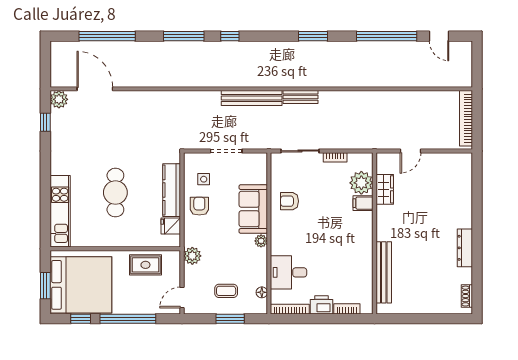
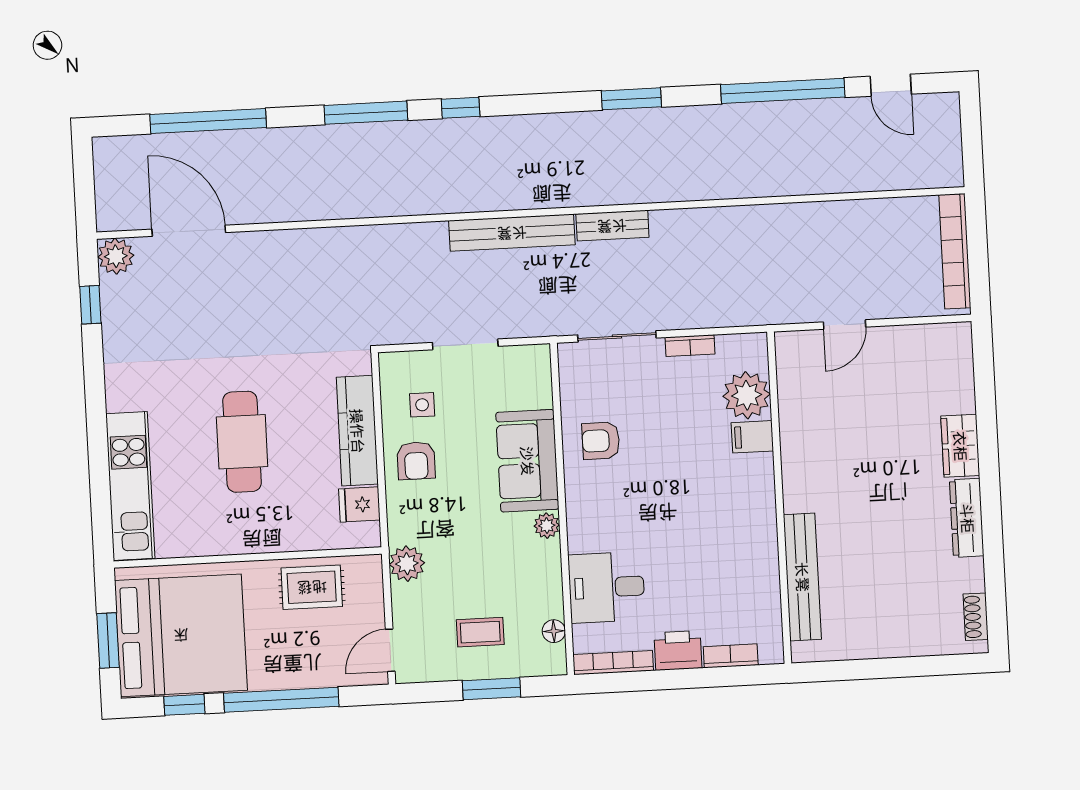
wardrobe: (385, 189) -> (960, 446), moved, turned 180
armchair: (199, 206) -> (416, 461), turned 180

